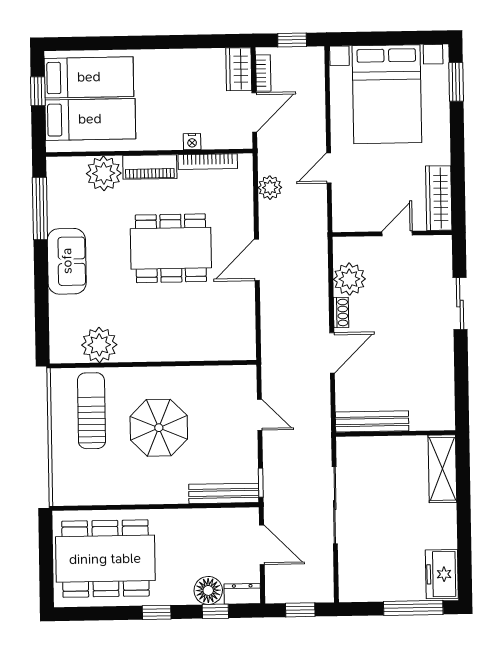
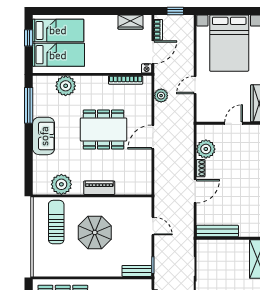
wardrobe: (239, 69) -> (130, 22), moved, turned -90
nightstand: (192, 142) -> (147, 68), moved
piano: (150, 167) -> (99, 188), moved, turned 180
bench: (224, 493) -> (137, 271), width x0.73

